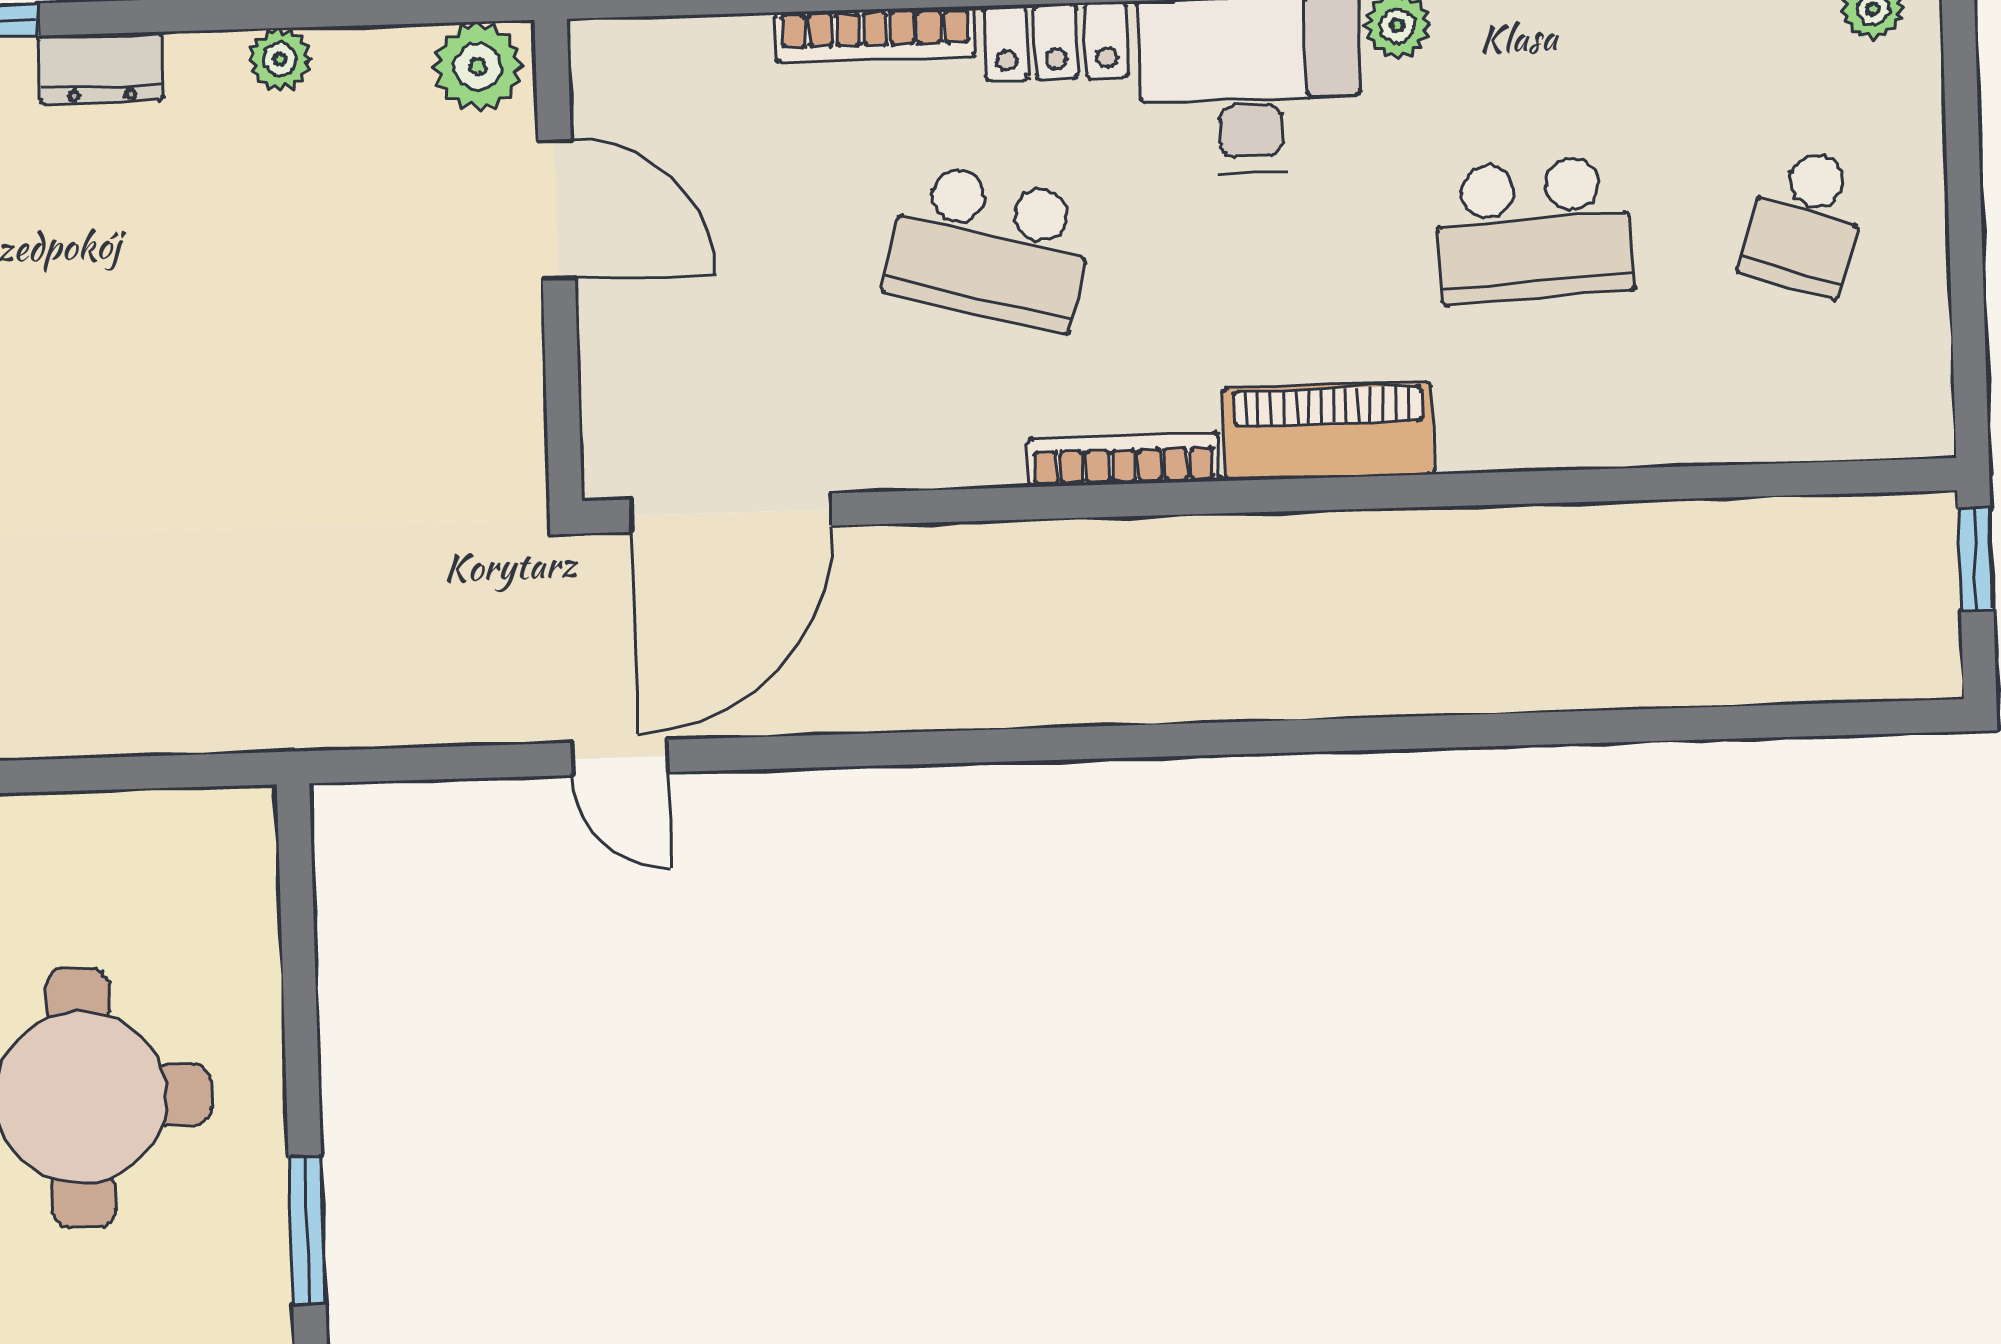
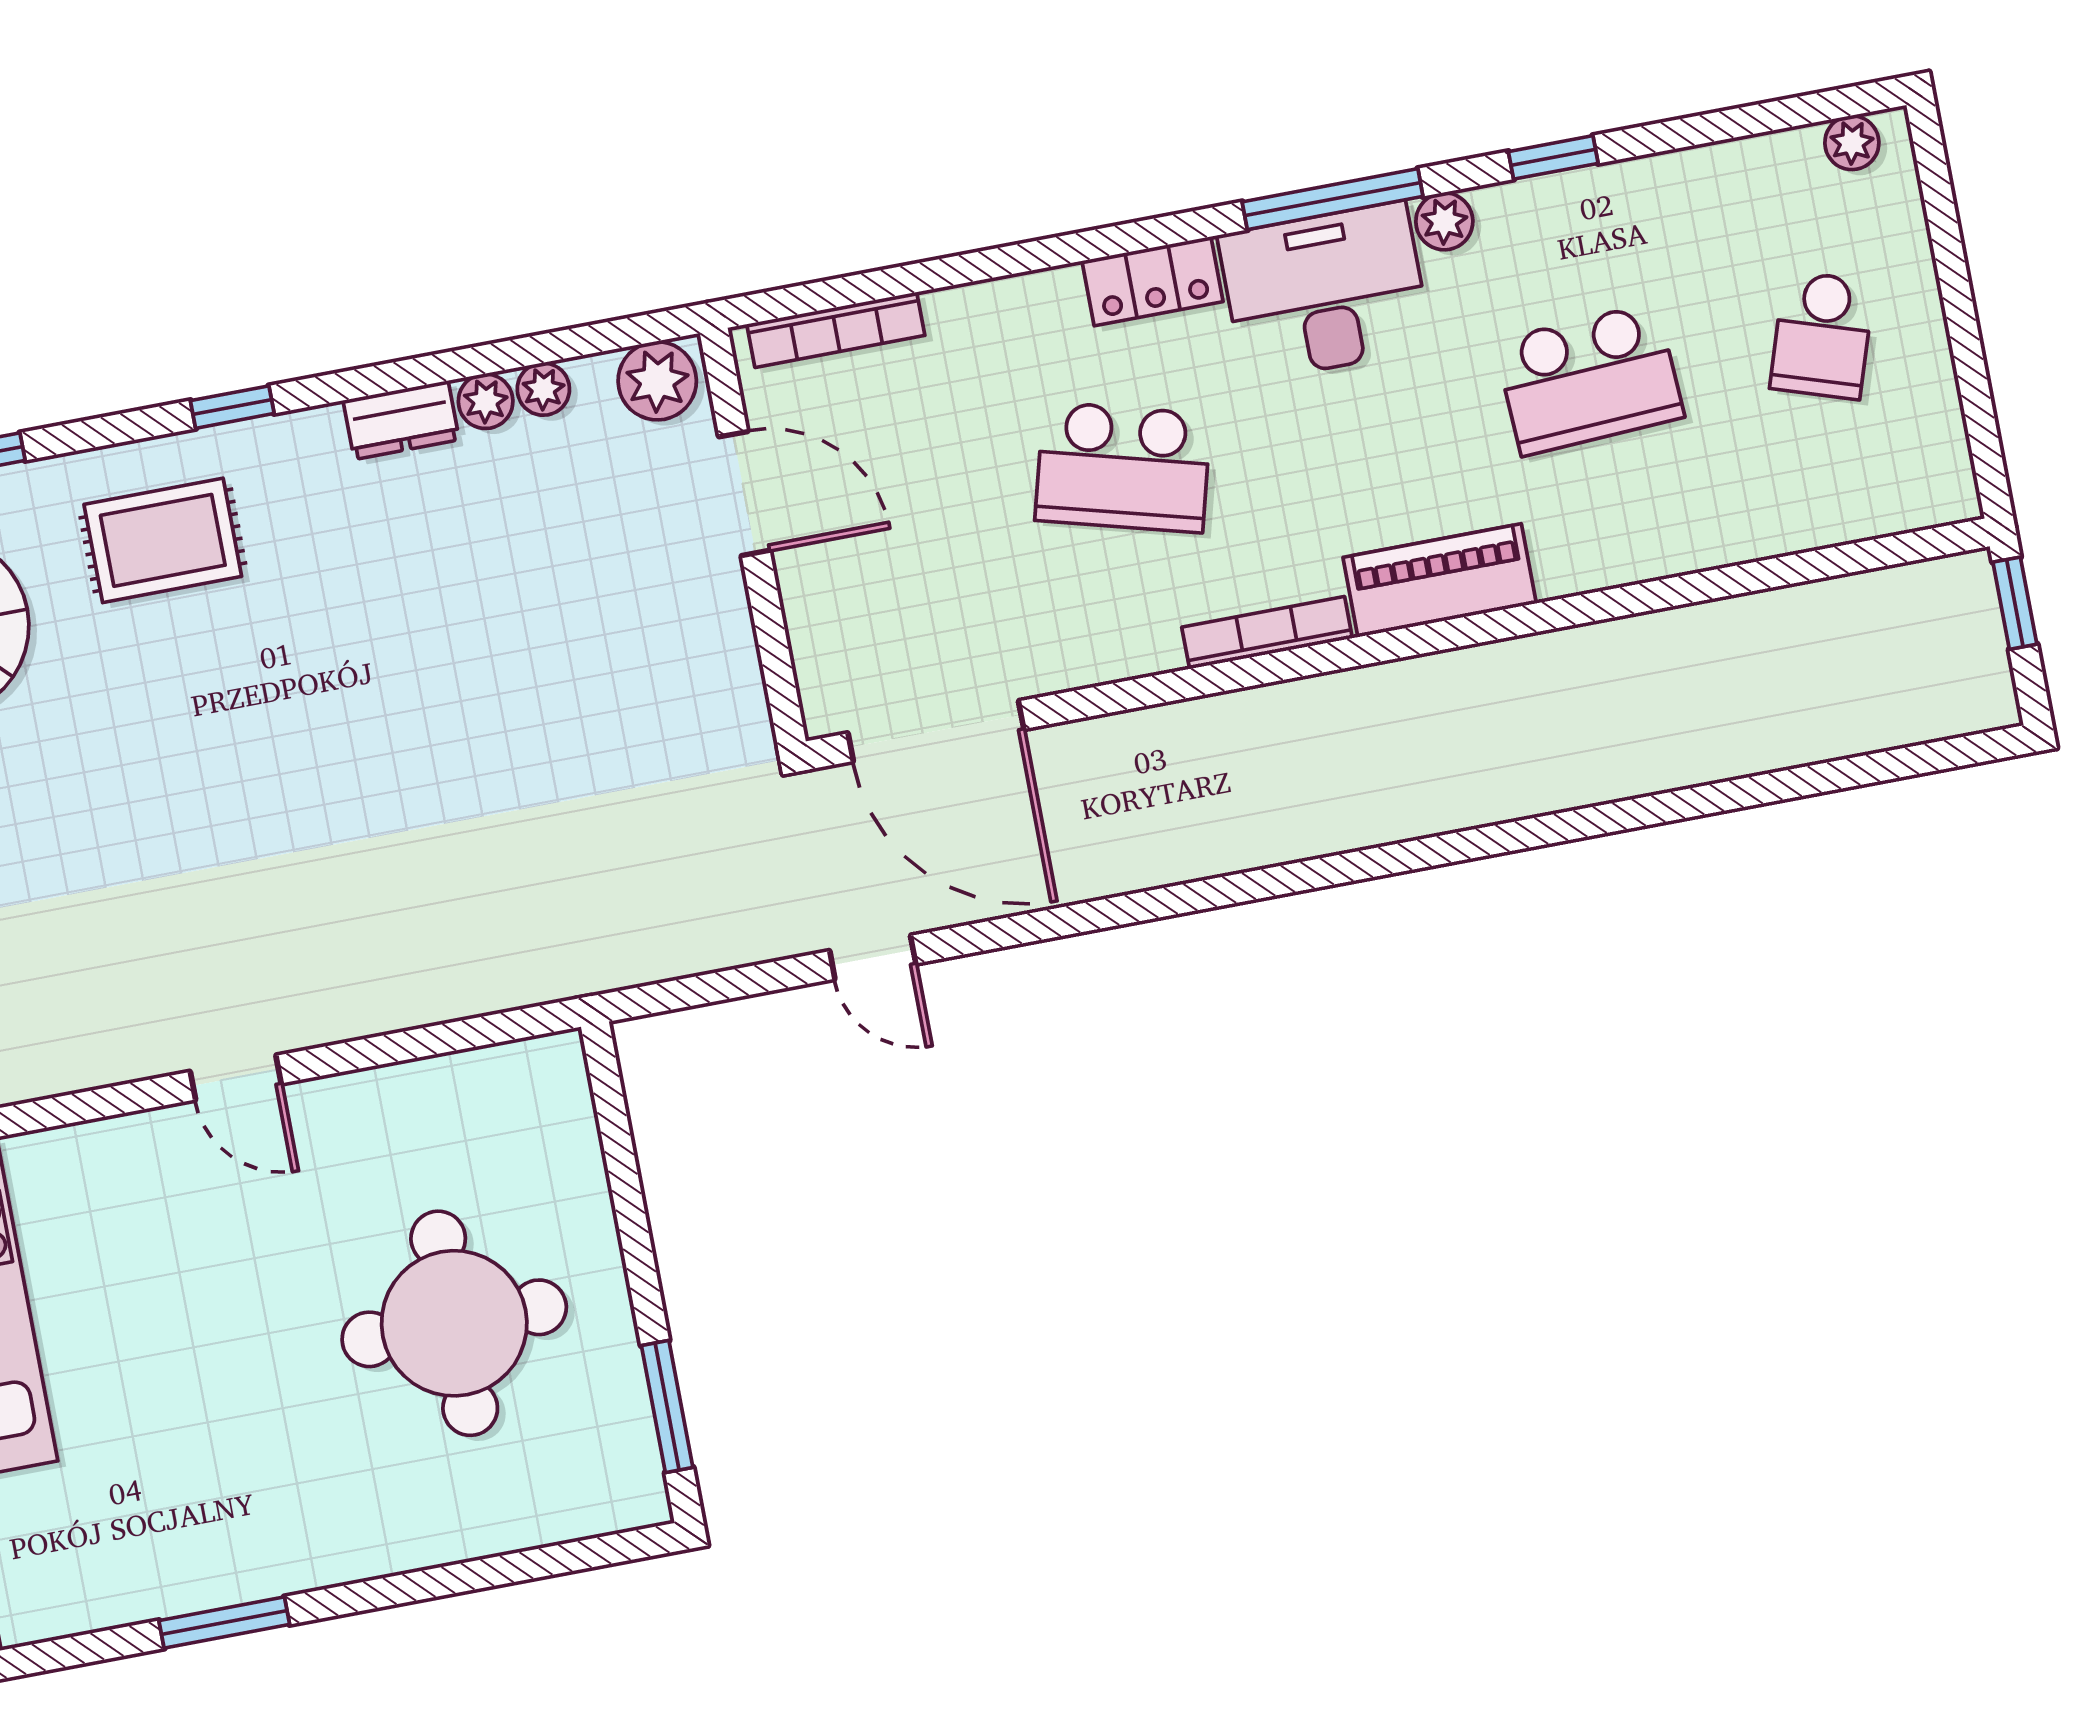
bookcase: (875, 35) -> (836, 330), moved
plant: (347, 56) -> (543, 389), added
dresser: (101, 68) -> (401, 420), moved
door: (731, 513) -> (936, 731), hinge flipped

